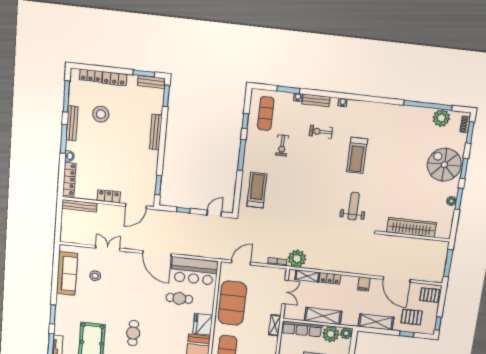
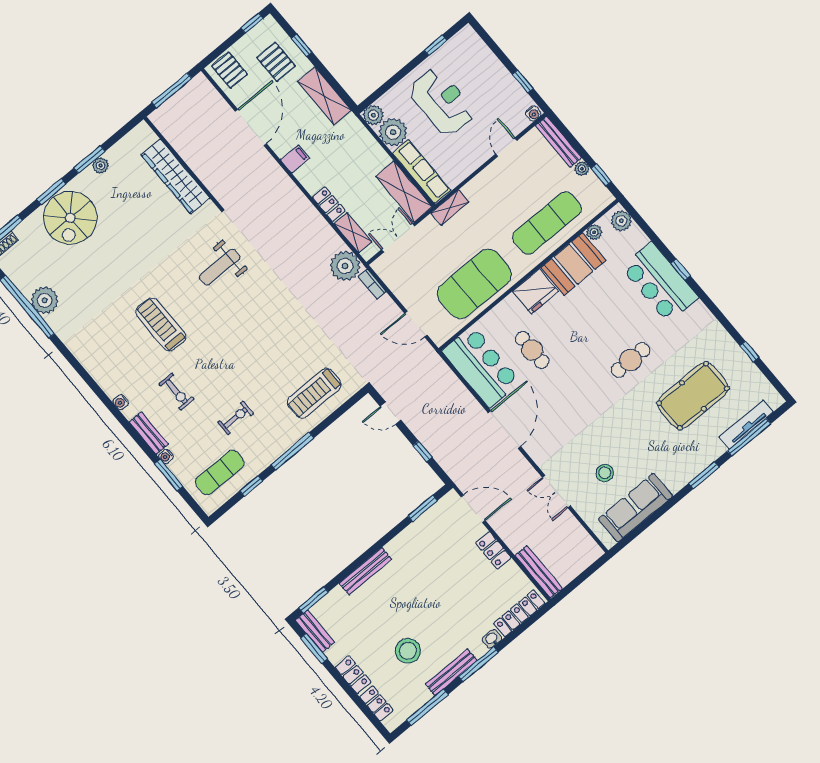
plant: (441, 118) -> (45, 300), moved
treadmill: (357, 155) -> (161, 325), turned -90
shelving: (323, 316) -> (404, 192), moved

